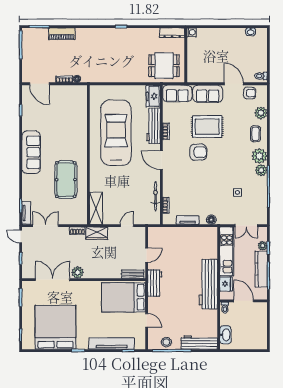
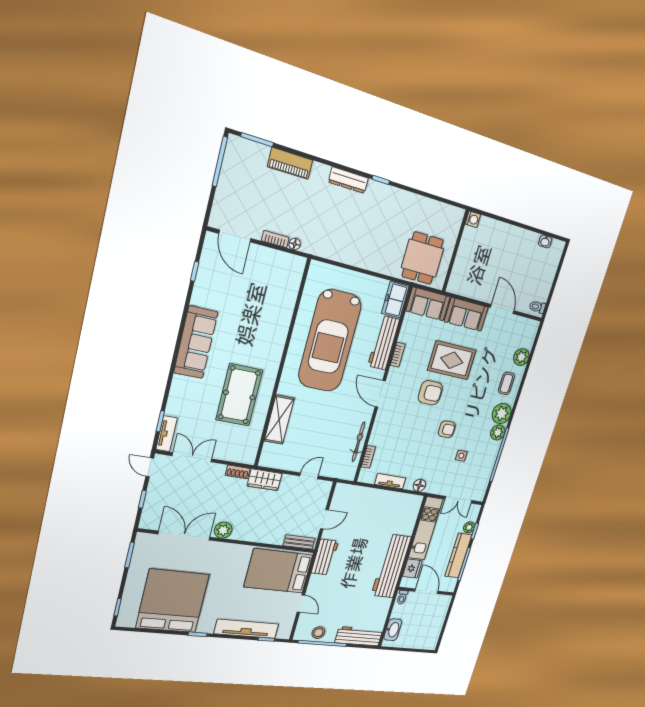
dresser: (172, 33) -> (348, 180), moved
dining table: (164, 66) -> (423, 258), turned 90
armchair: (250, 93) -> (447, 429), moved
car: (116, 133) -> (330, 341), turned 180
shelving: (96, 208) -> (279, 420), moved

